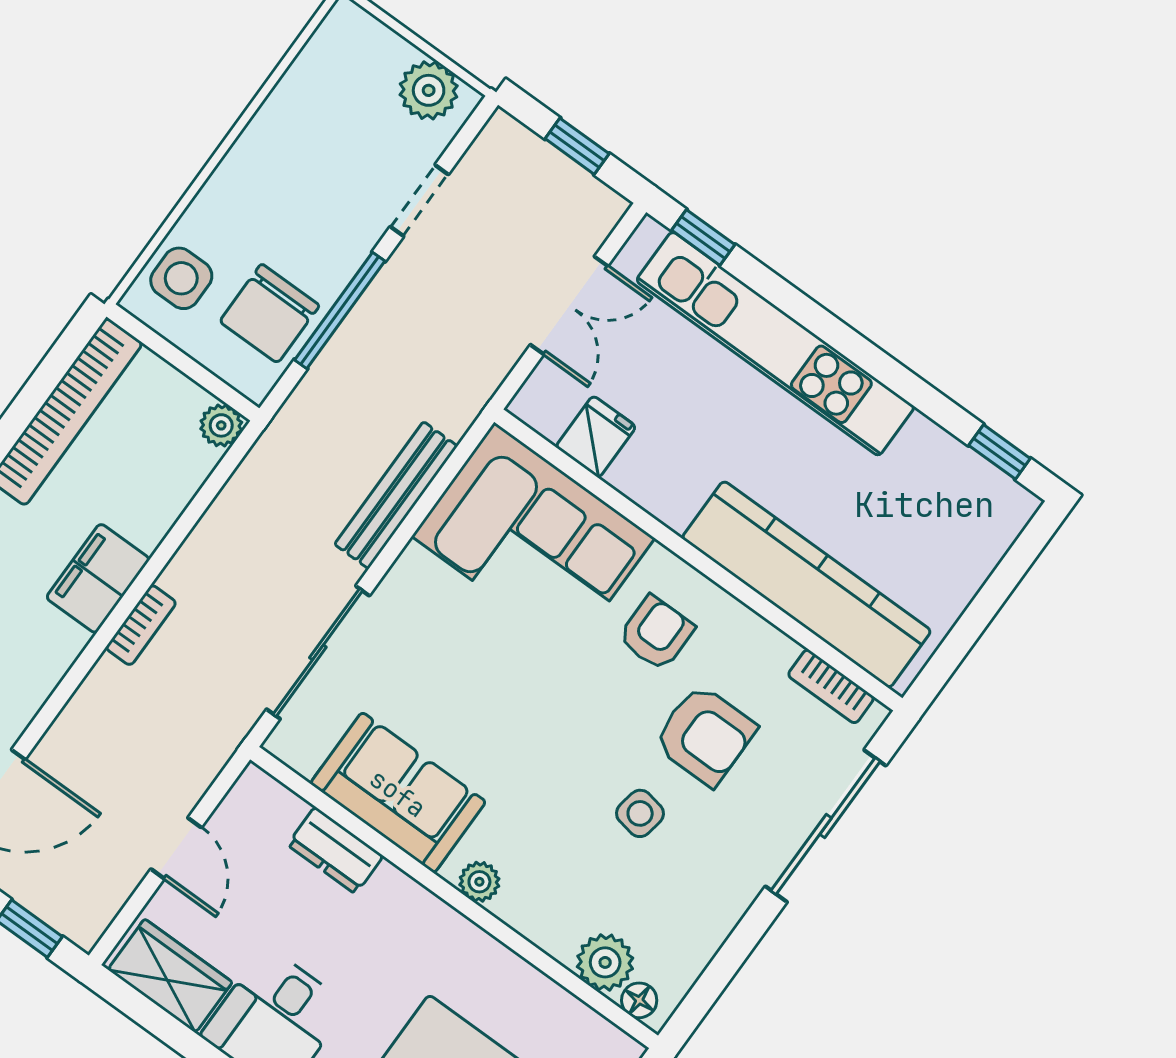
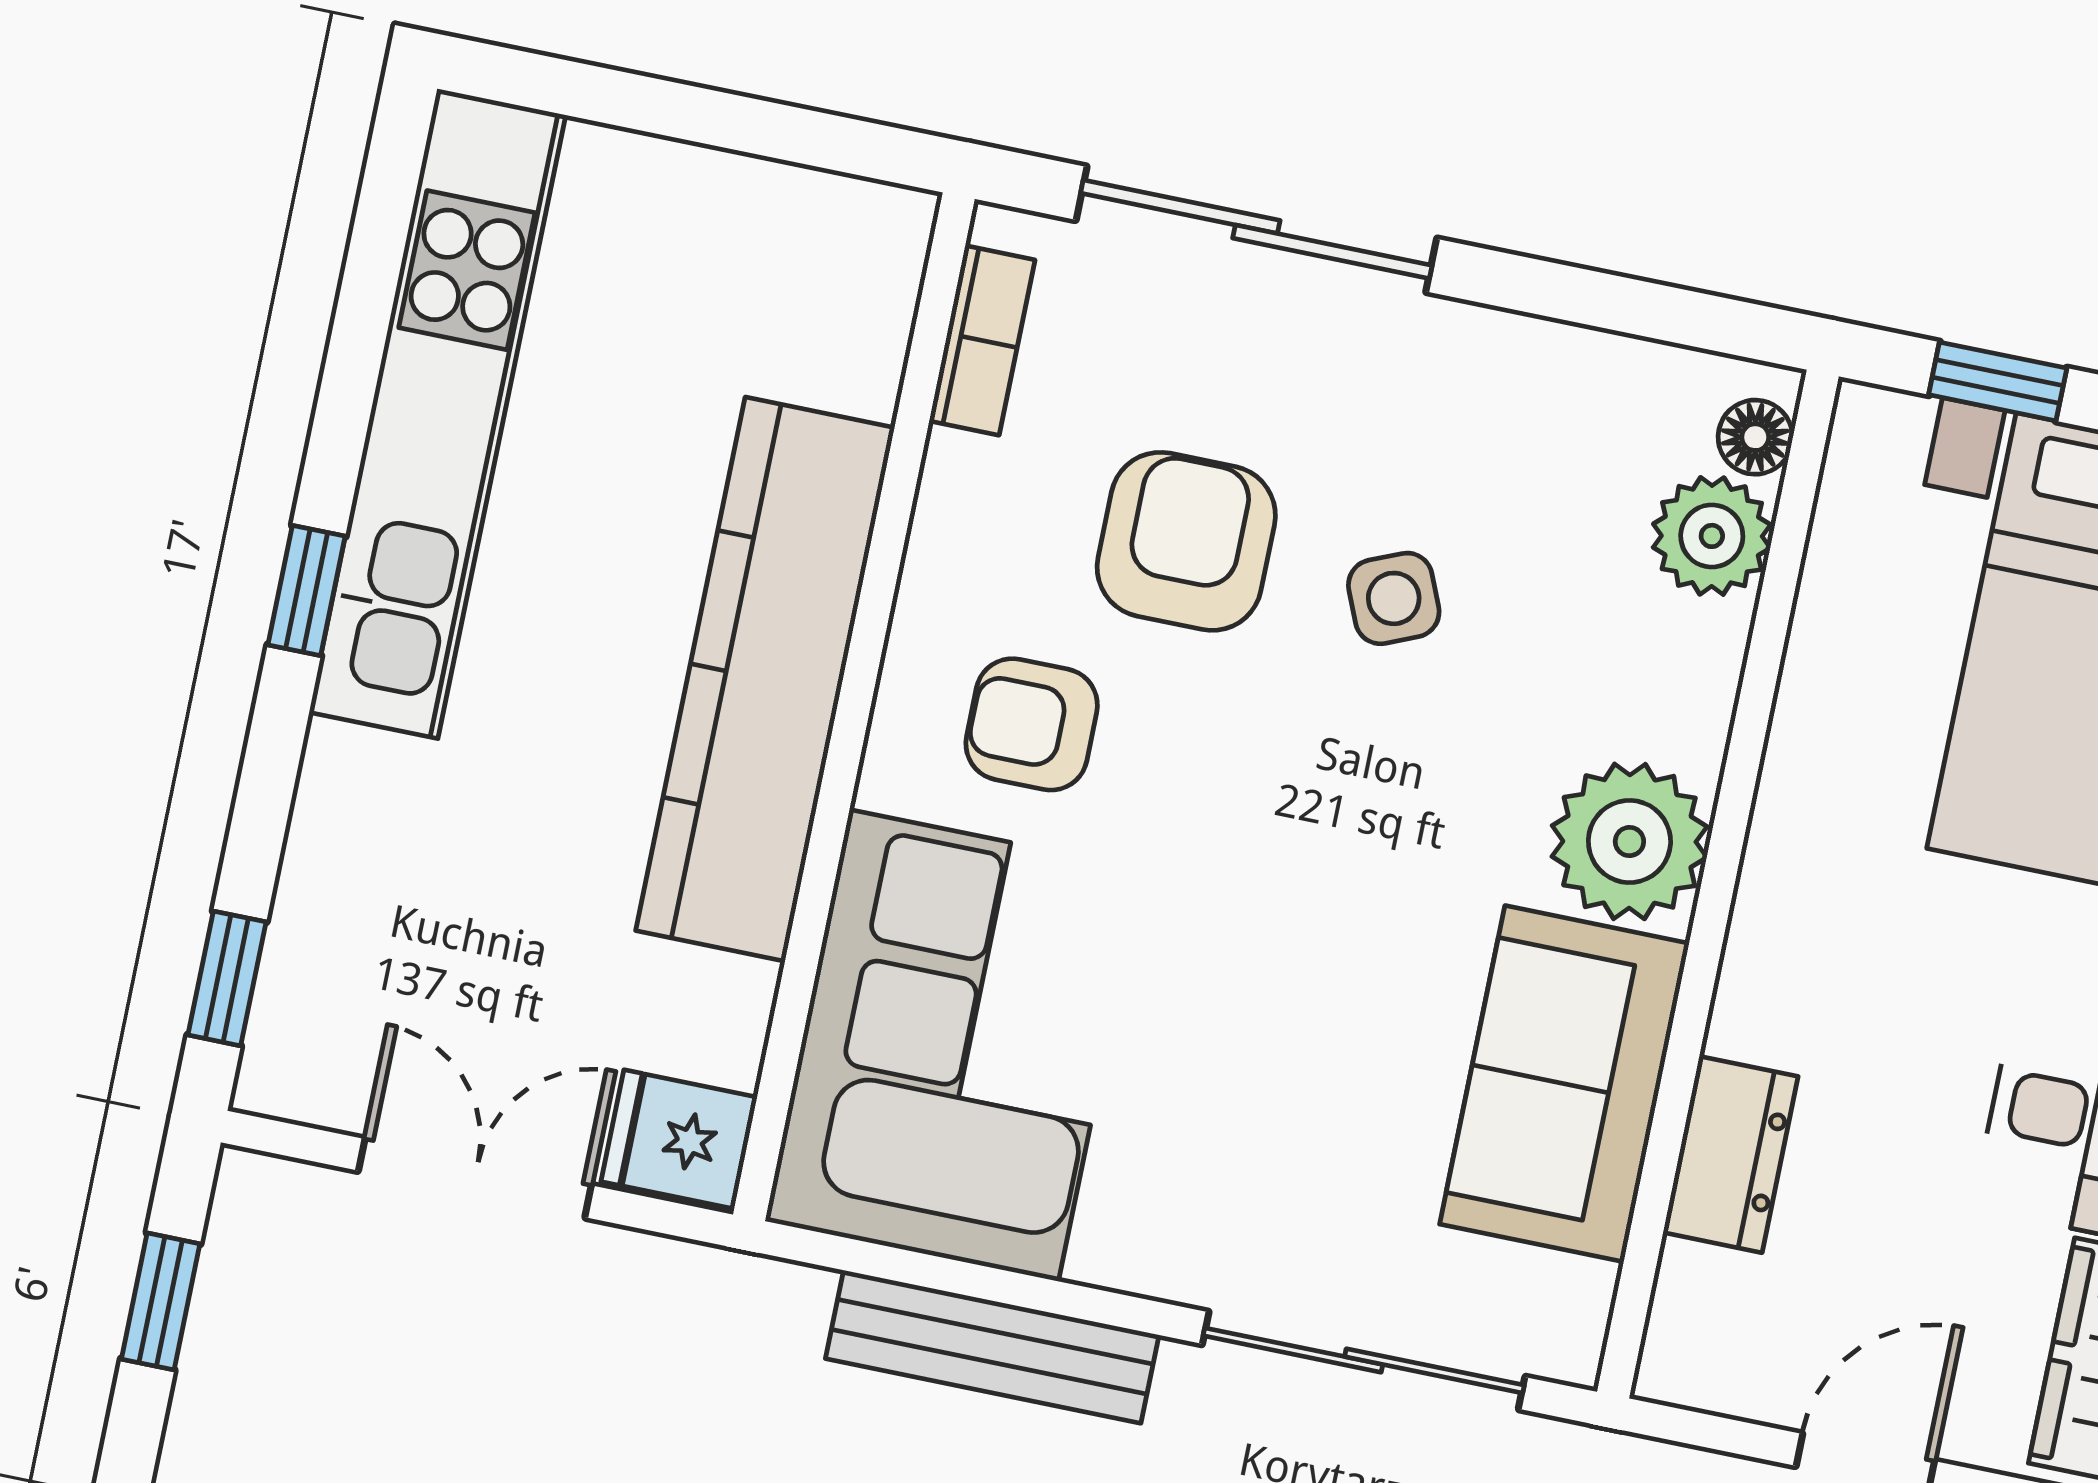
kitchen unit: (775, 344) -> (437, 414), moved
fridge: (596, 437) -> (679, 1139), moved
window: (999, 452) -> (307, 591), moved
kitchen counter: (806, 584) -> (765, 679), moved
side table: (640, 813) -> (1394, 598), turned -33
plant: (479, 882) -> (1629, 841), width x1.87, depth x1.87

